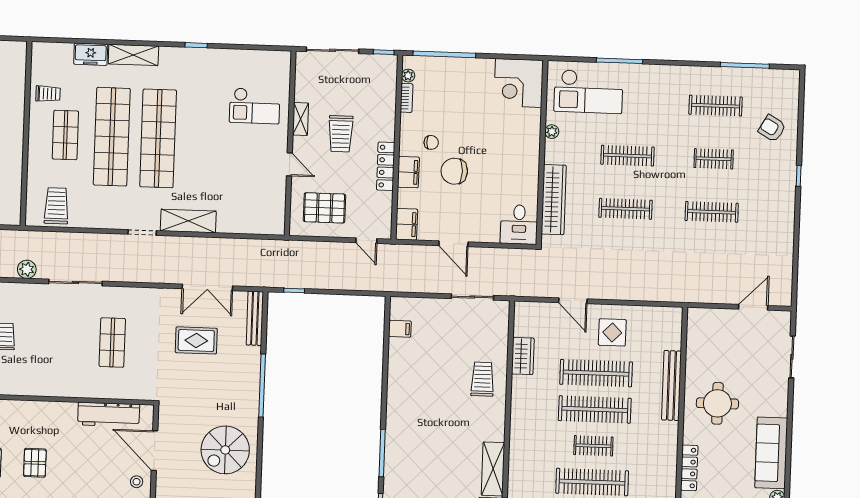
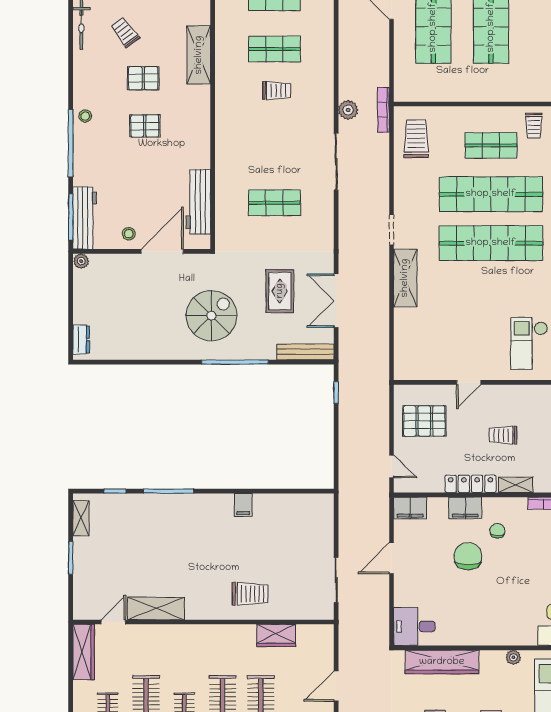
shelving: (301, 119) -> (516, 485), moved
trolley: (341, 134) -> (503, 435), width x0.73, depth x0.72
chair: (431, 142) -> (497, 531), turned 180
trolley: (56, 206) -> (416, 139), turned -90
pallet: (325, 208) -> (424, 421), turned 90
bookcase: (28, 236) -> (383, 110), added
door: (366, 241) -> (391, 466), swing flipped
filing cabinet: (400, 329) -> (243, 505), moved
spiral stairs: (225, 450) -> (211, 316), moved, turned 90

